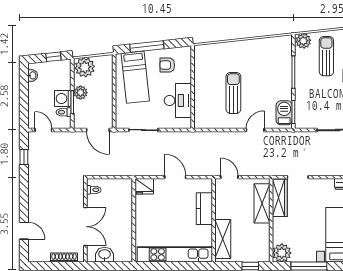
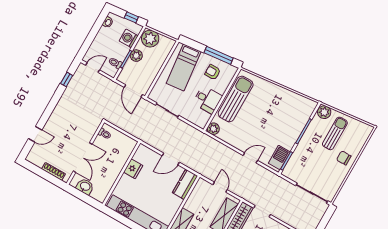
window: (147, 47) -> (219, 55), moved
sun lounger: (233, 93) -> (236, 99), moved, width x1.36, depth x1.34
washing machine: (63, 98) -> (129, 38), moved
desk: (178, 101) -> (207, 100), width x0.73
plant: (201, 122) -> (213, 129), added
door: (43, 130) -> (93, 68), hinge flipped
door: (175, 177) -> (171, 159), swing flipped
door: (229, 177) -> (220, 187), moved
fridge: (144, 186) -> (133, 169), moved, turned -90
kitchen counter: (204, 209) -> (185, 184), moved
door: (24, 231) -> (35, 134), hinge flipped

